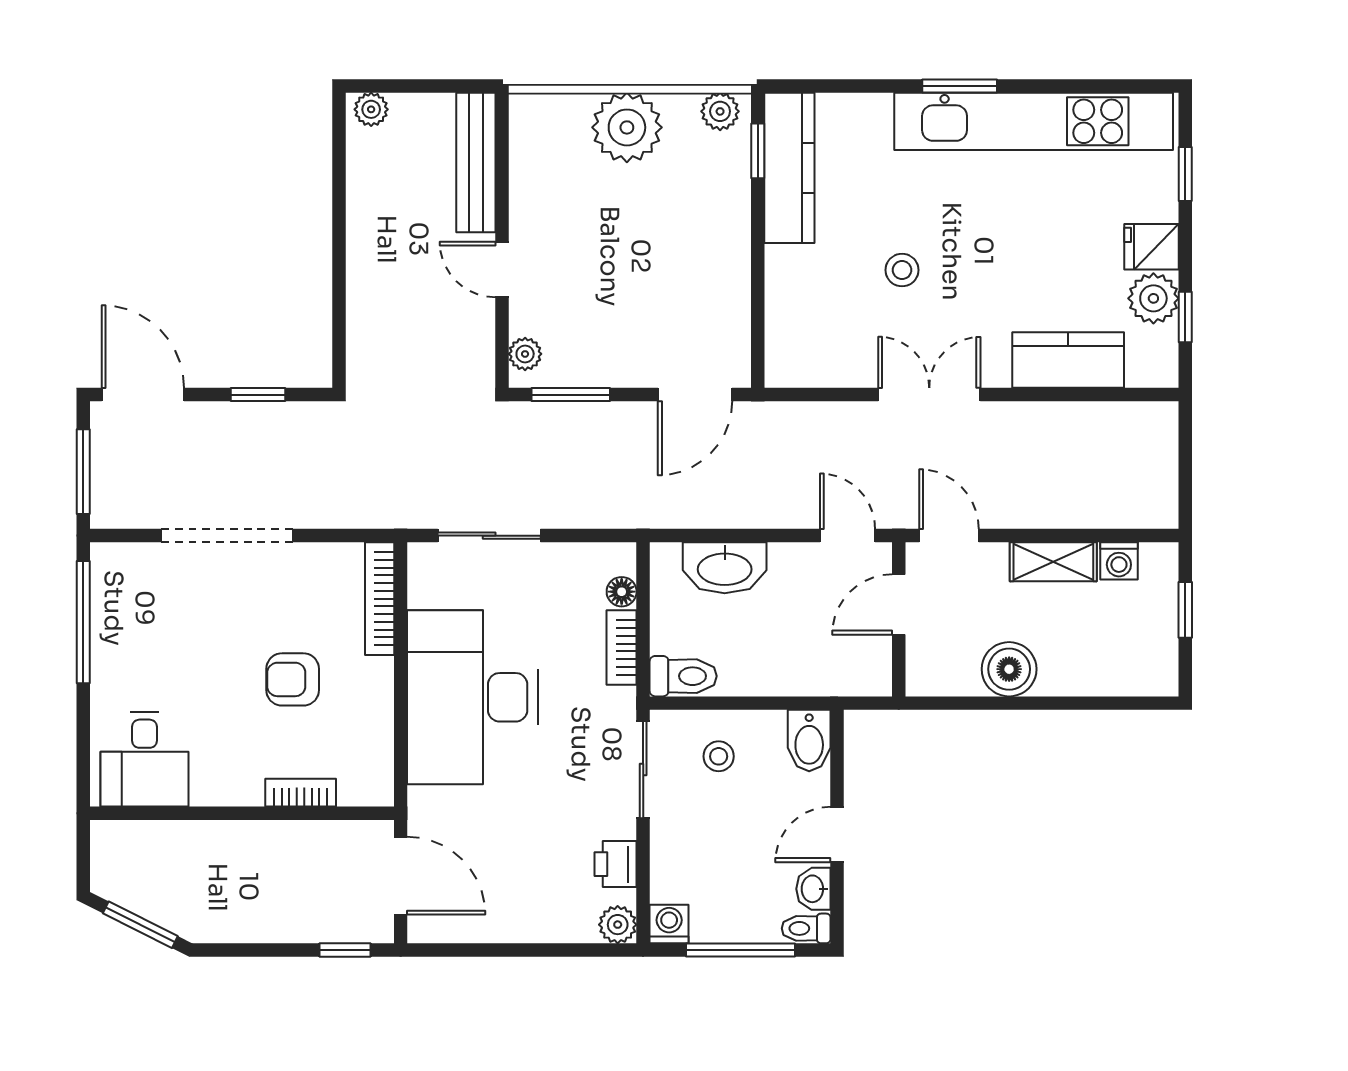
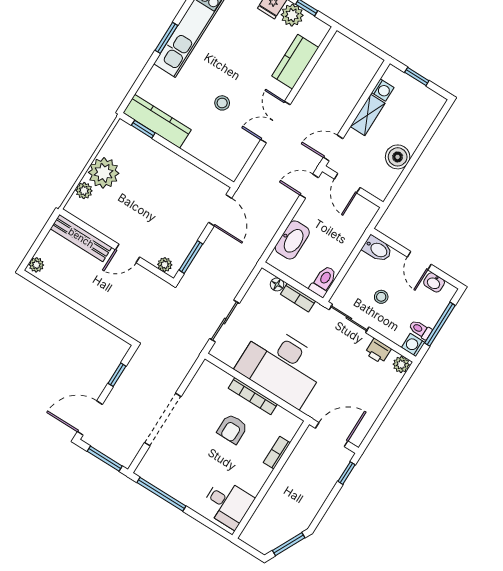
plant: (720, 111) -> (84, 191), moved
bookcase: (380, 599) -> (253, 396), moved
stool: (719, 756) -> (381, 297), moved
toilet: (806, 928) -> (420, 330), moved, turned 90

